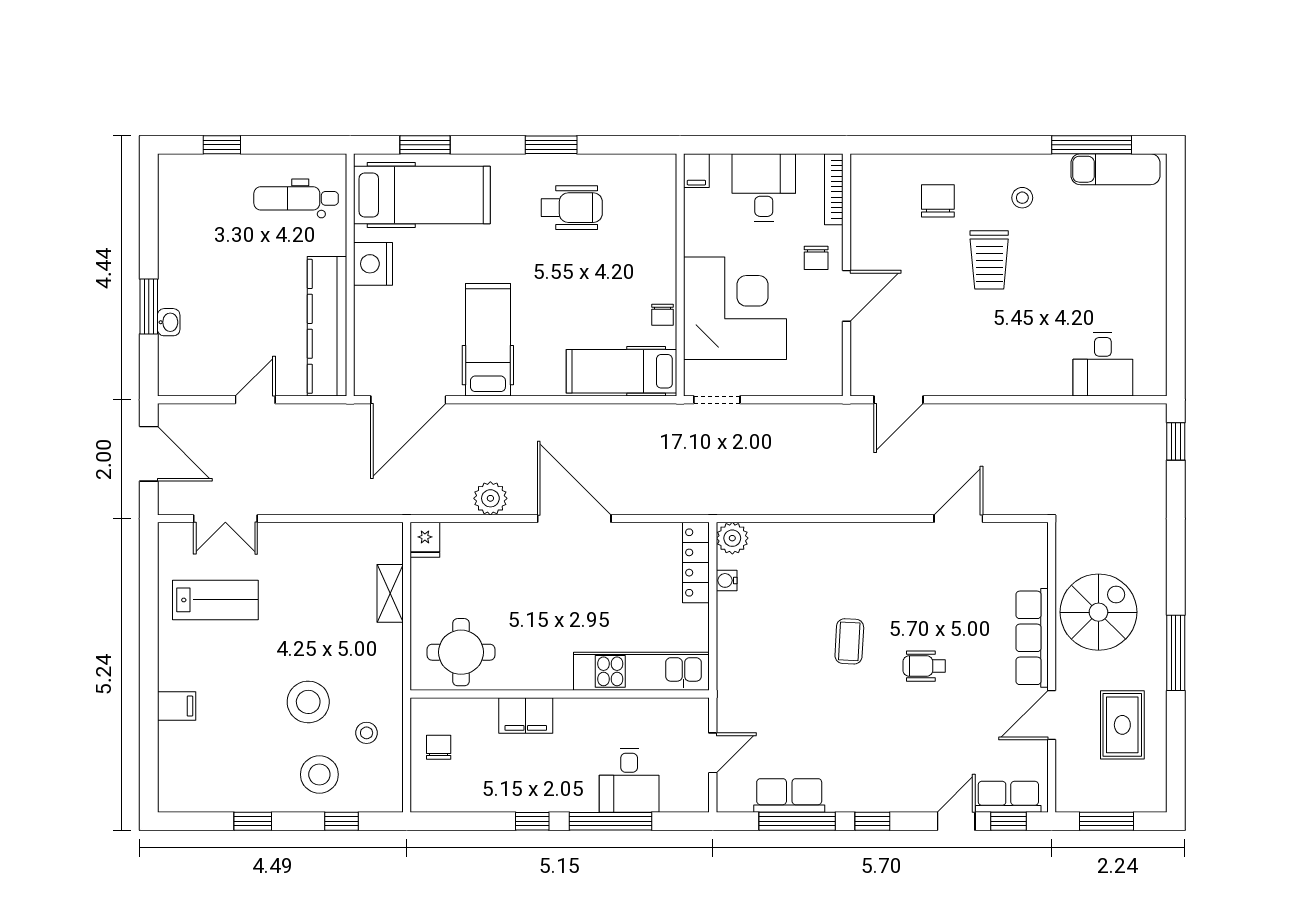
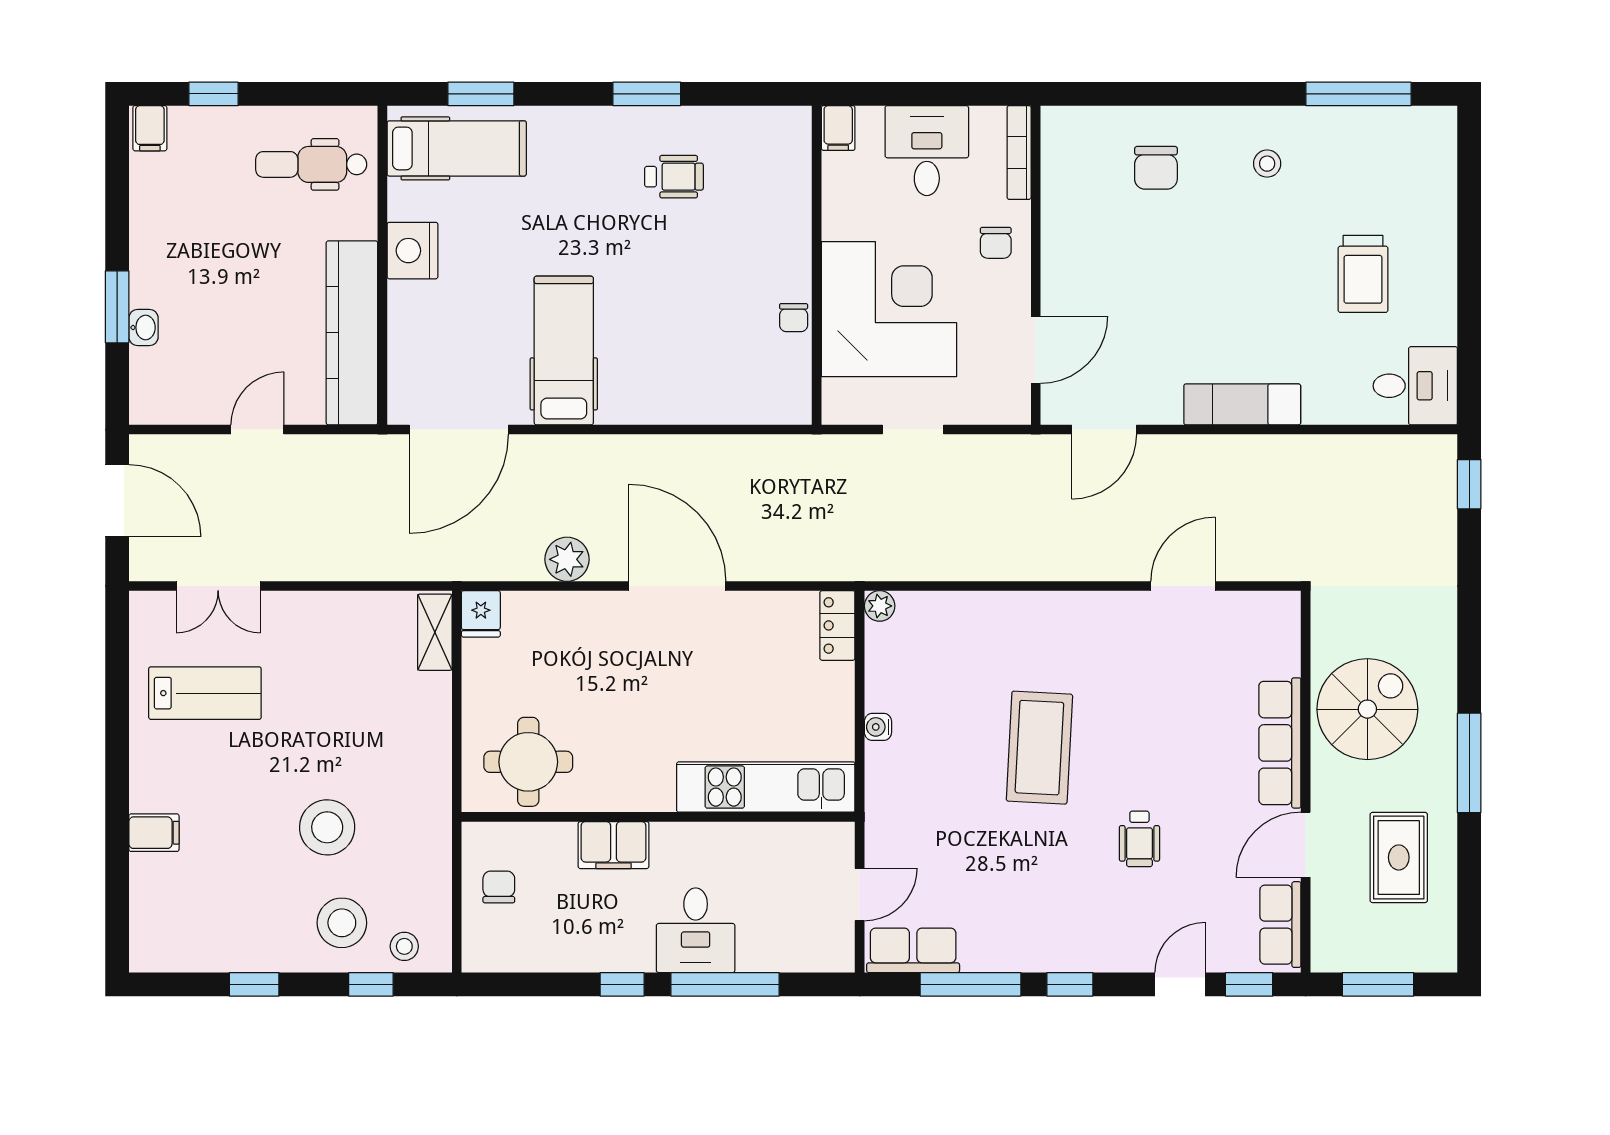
exam couch: (1115, 169) -> (1242, 404), moved, turned 180
filing cabinet: (174, 171) -> (150, 128), added
hospital bed: (422, 195) -> (457, 148), width x0.73, depth x0.78
chair: (938, 201) -> (1156, 168), turned 180
wheelchair: (572, 208) -> (674, 177), width x0.73, depth x0.73
trolley: (989, 260) -> (1363, 274), moved
door: (847, 296) -> (1036, 350), moved
desk: (1103, 364) -> (1415, 386), moved, turned -90
hospital bed: (621, 371) -> (739, 392), removed
doorway: (717, 400) -> (913, 430), moved
plant: (732, 538) -> (880, 606), width x0.73, depth x0.73
locker: (696, 563) -> (837, 625), width x0.66
water cooler: (727, 580) -> (878, 727), moved
shelving: (390, 593) -> (435, 632), moved
coffee table: (849, 641) -> (1039, 748), width x1.86, depth x1.72
wheelchair: (924, 666) -> (1139, 839), moved, turned -90
stool: (367, 733) -> (404, 946), moved
desk: (629, 780) -> (696, 930), moved
row of seats: (789, 795) -> (913, 950), moved
row of seats: (1008, 797) -> (1280, 925), moved, turned -90

